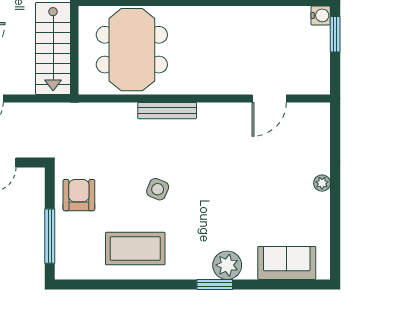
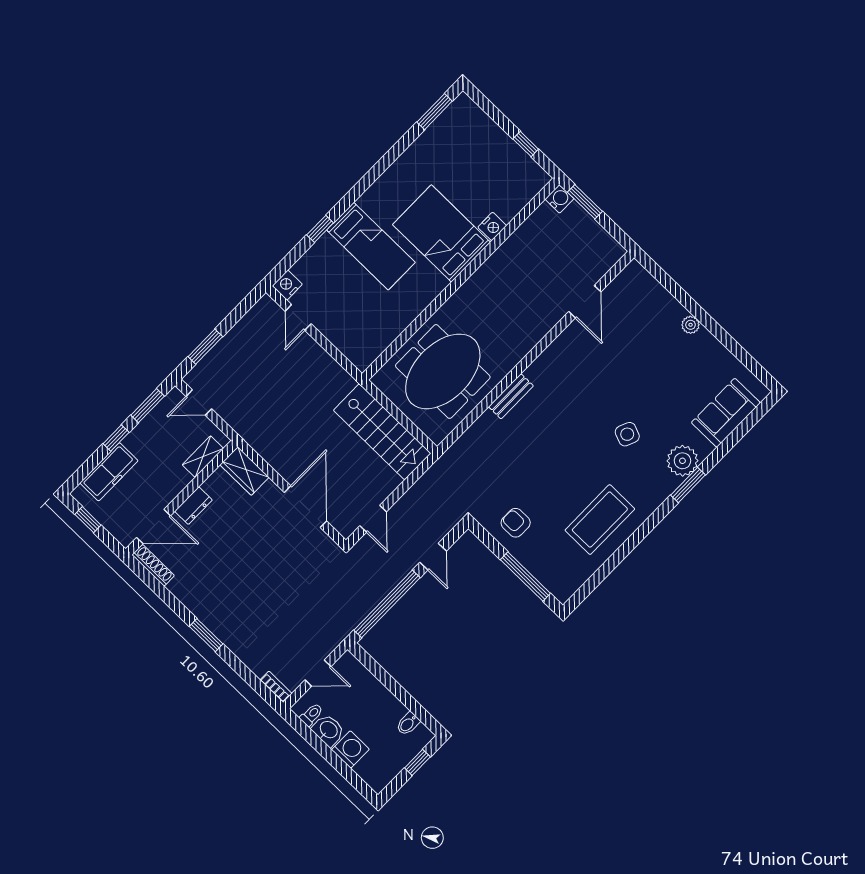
meeting table: (132, 50) -> (443, 371), turned 90
bench: (167, 111) -> (511, 396), width x0.73
side table: (158, 189) -> (627, 434), moved
armchair: (79, 195) -> (516, 523), width x0.72, depth x0.72

